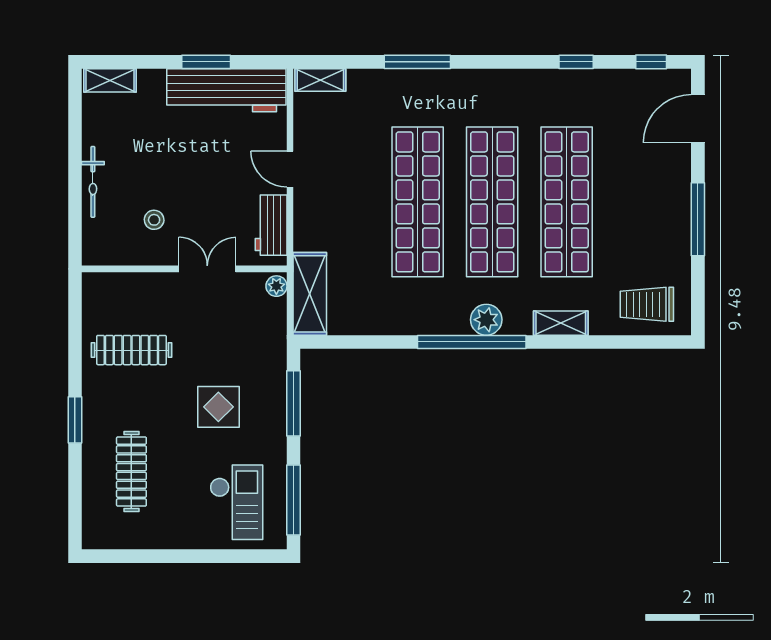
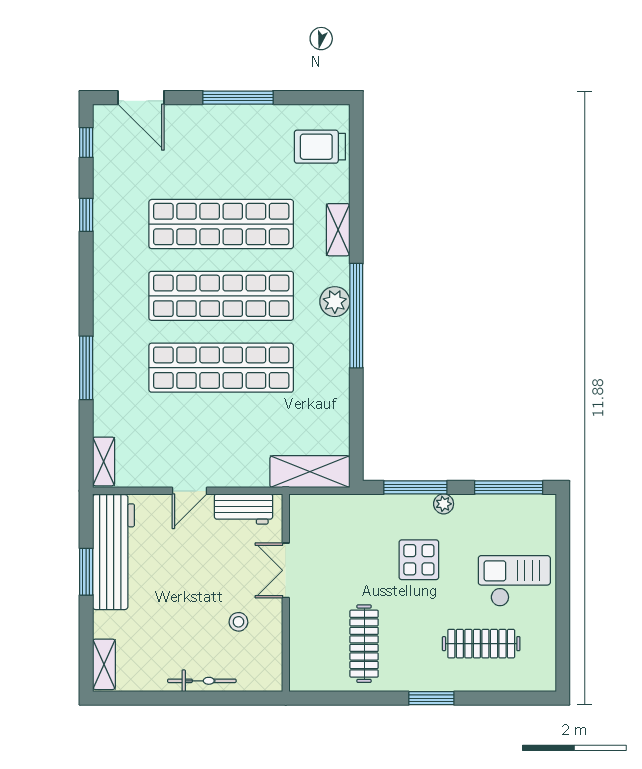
plant: (276, 286) -> (444, 504), moved
trolley: (647, 304) -> (320, 147), turned 90
checkout: (236, 502) -> (514, 581), moved

